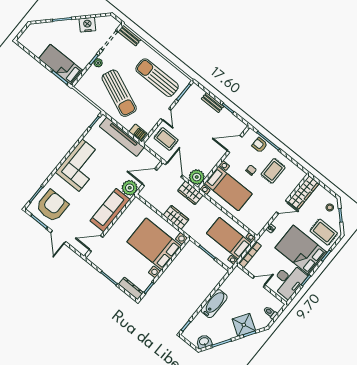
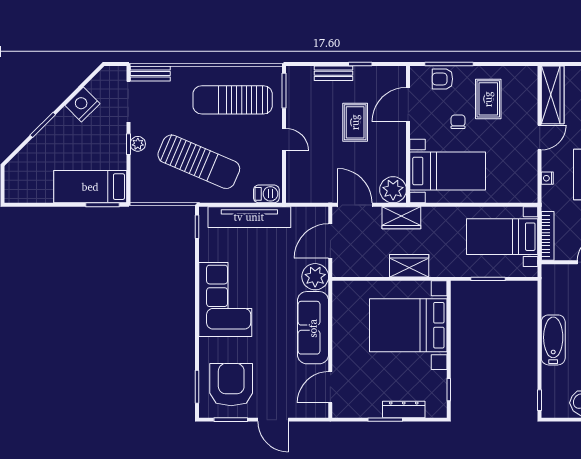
rug: (166, 139) -> (355, 122), moved, turned 90
dresser: (131, 288) -> (404, 409), moved

